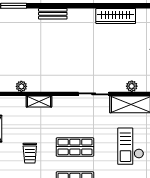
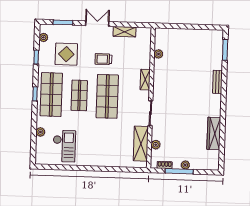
shelving: (39, 101) -> (145, 80), moved
checkout: (131, 146) -> (106, 142), removed
shop shelf: (75, 147) -> (107, 96), width x1.43, depth x1.36

